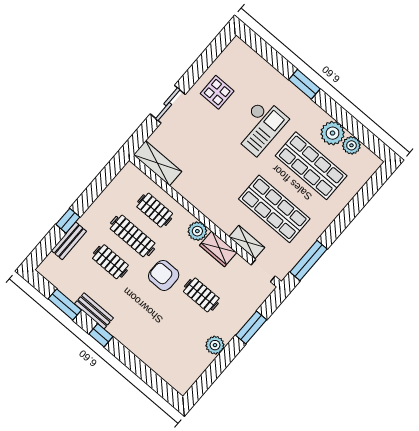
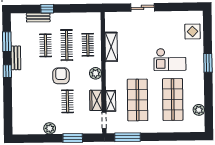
display table: (217, 92) -> (193, 32), moved
plant: (333, 133) -> (197, 96), removed
shelving: (158, 163) -> (111, 47), moved
wardrobe: (218, 249) -> (96, 100), moved

